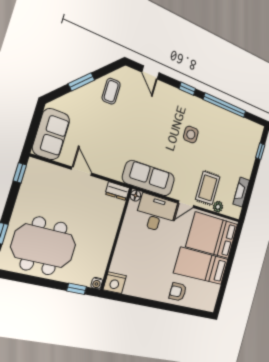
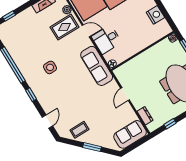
door: (82, 171) -> (125, 94), moved
window: (20, 173) -> (170, 124), moved
dresser: (117, 191) -> (145, 116), moved
desk: (156, 213) -> (107, 39), width x0.73
nightstand: (115, 283) -> (155, 15), moved

